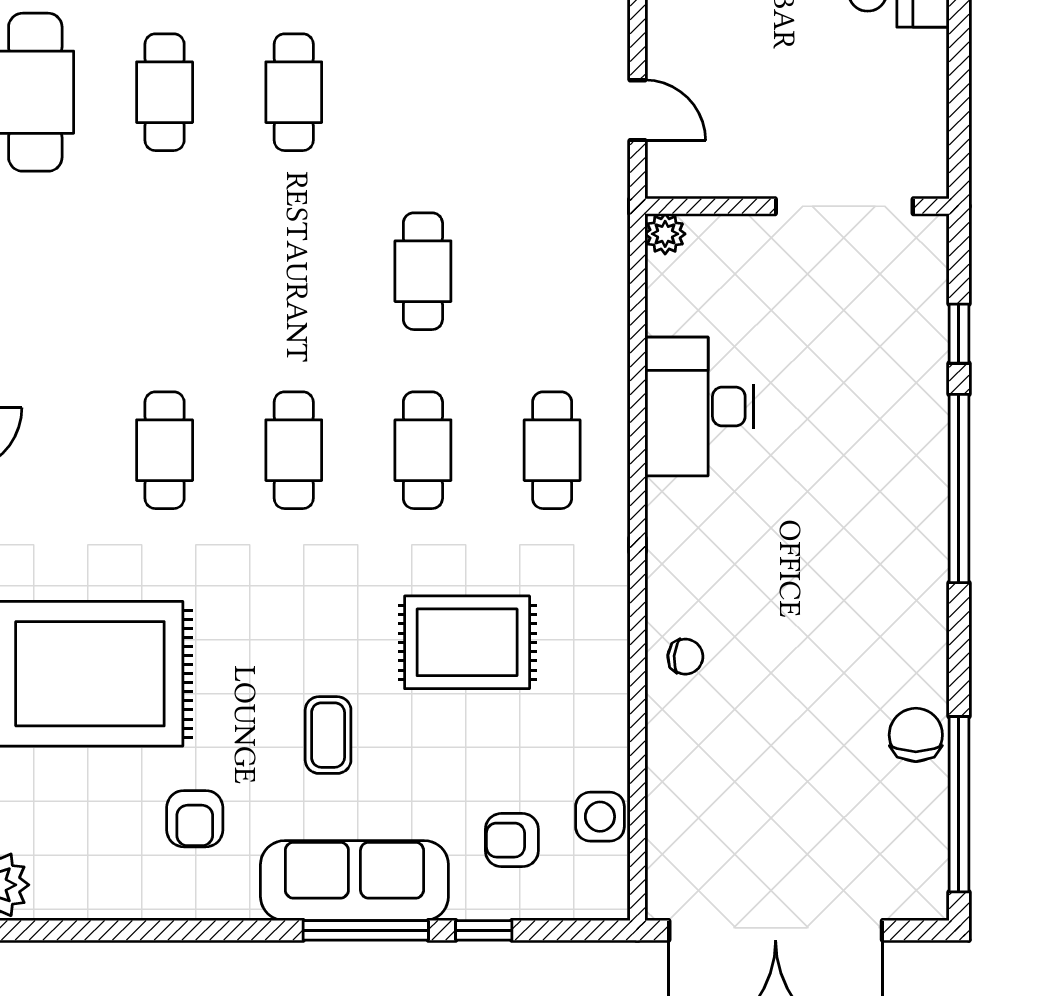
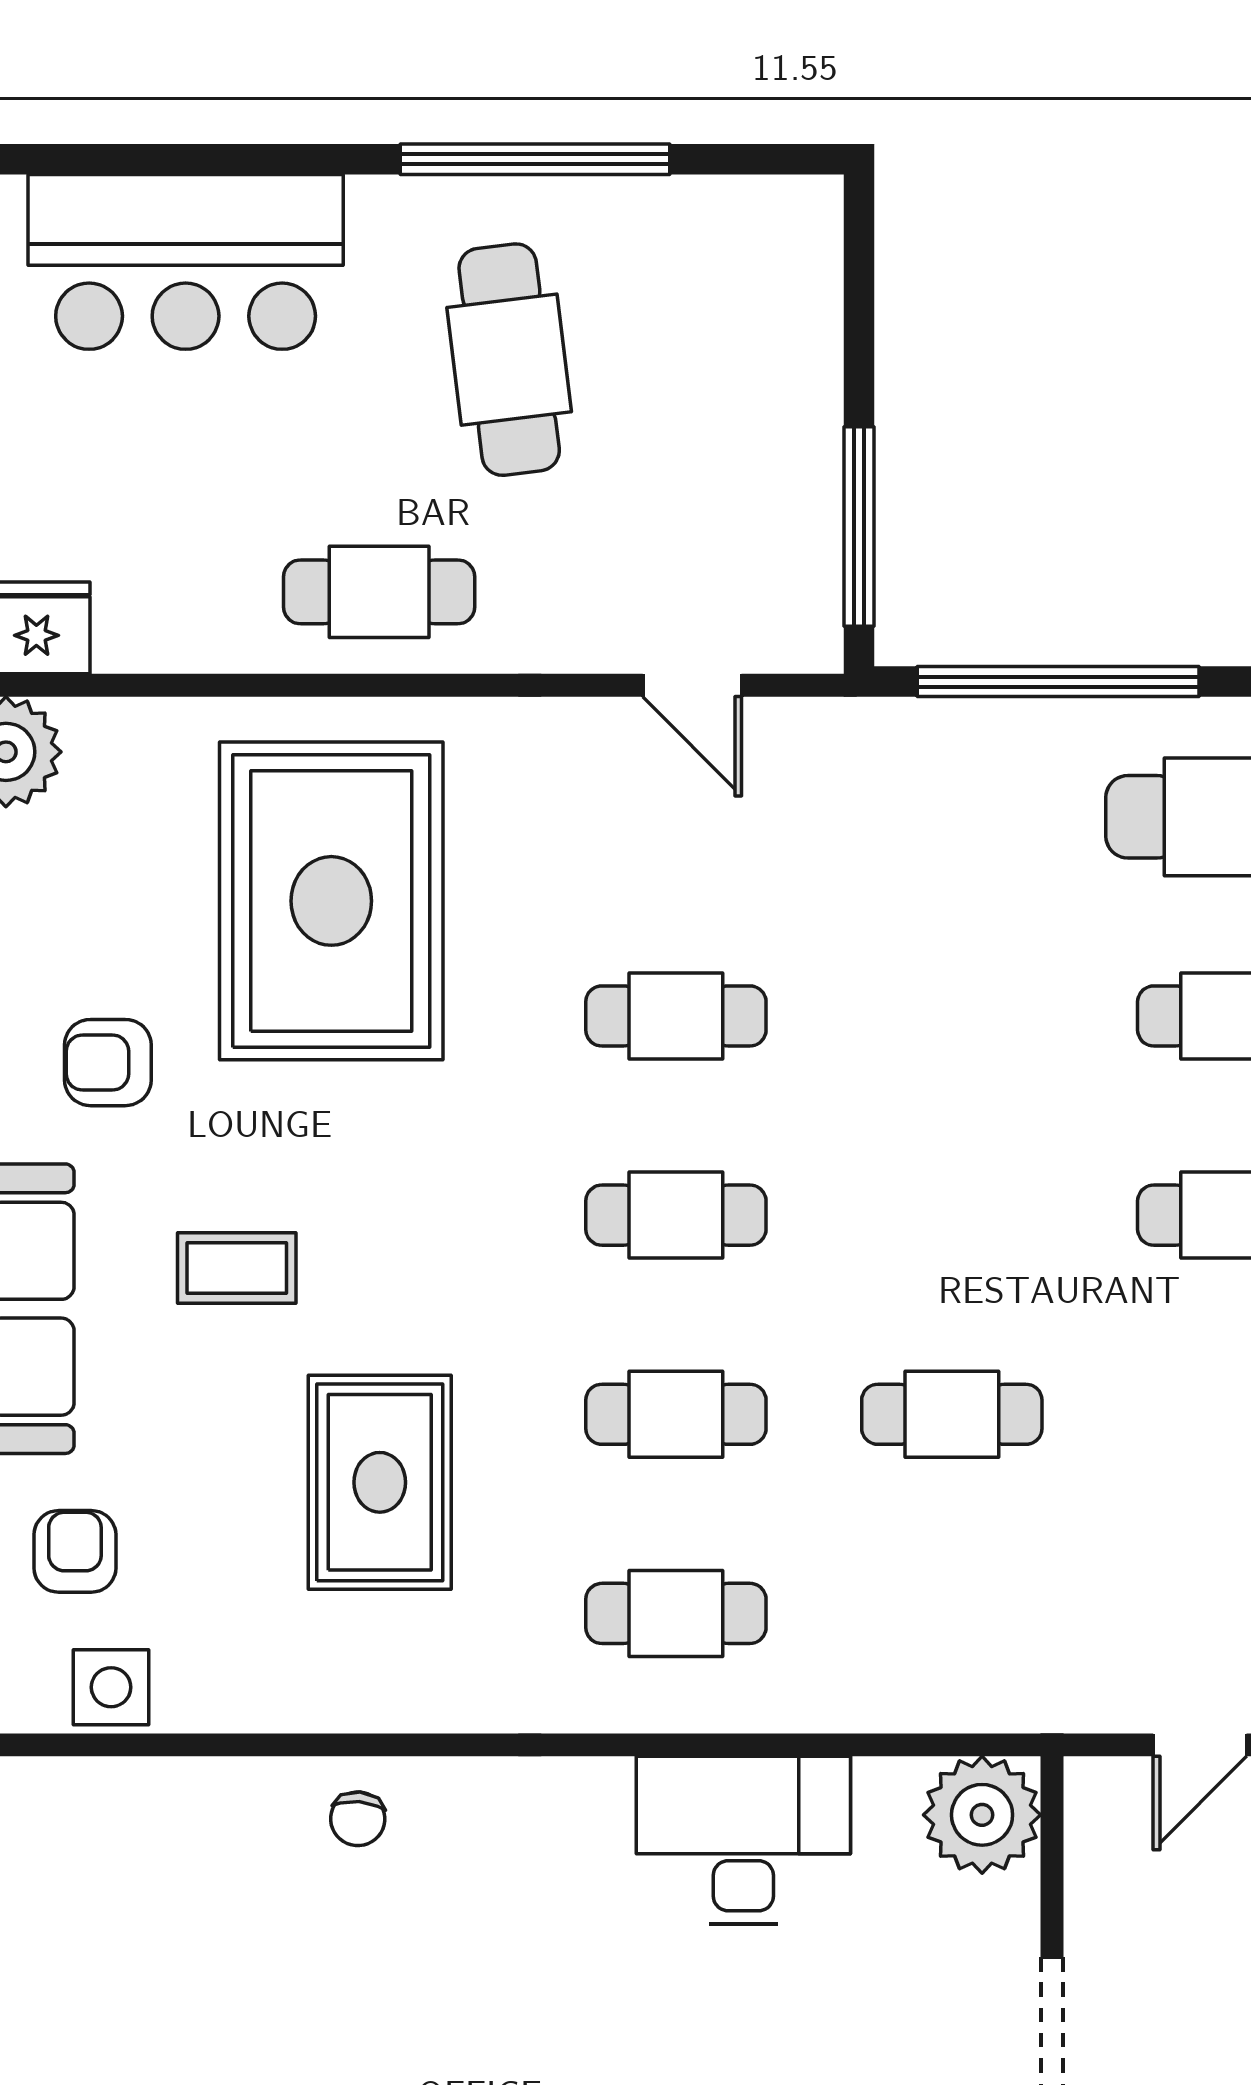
plant: (665, 234) -> (982, 1815), width x1.88, depth x1.88

